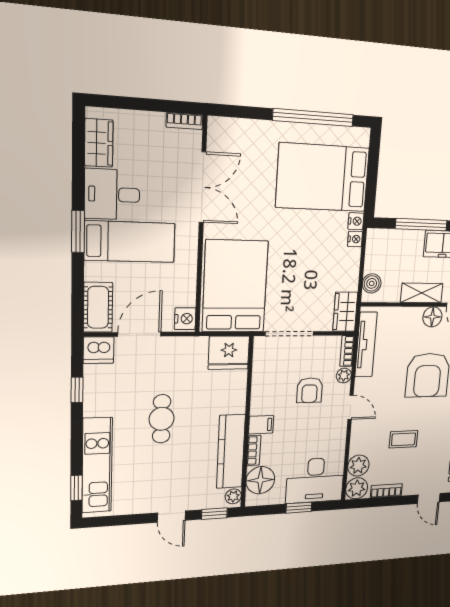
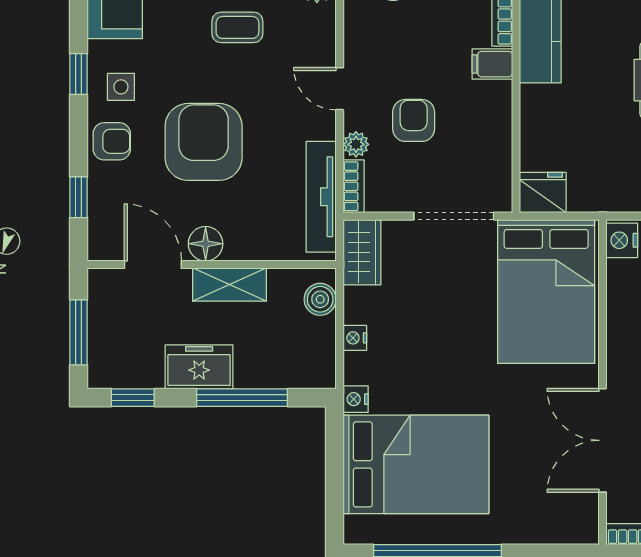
nightstand: (355, 239) -> (355, 338), moved
fridge: (229, 353) -> (543, 192), width x0.73, depth x0.75

